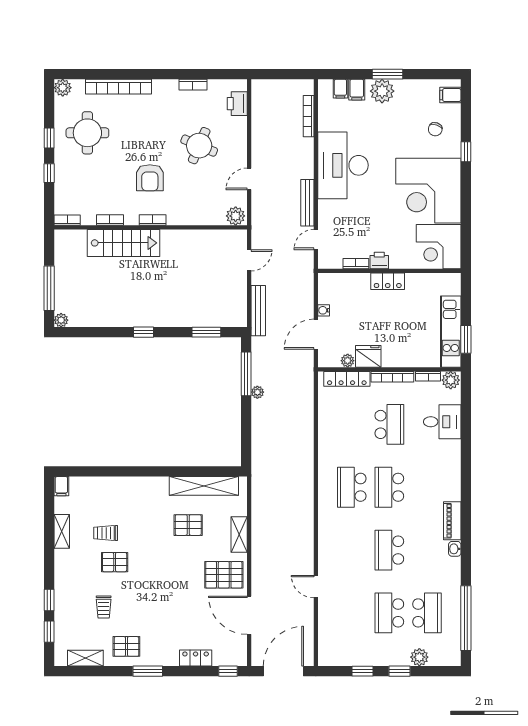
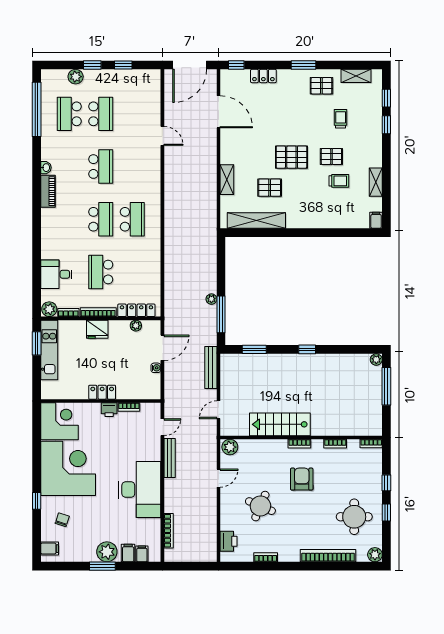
stairs: (124, 243) -> (280, 424), moved
fridge: (368, 356) -> (97, 329), moved
pallet: (224, 575) -> (291, 157), moved

